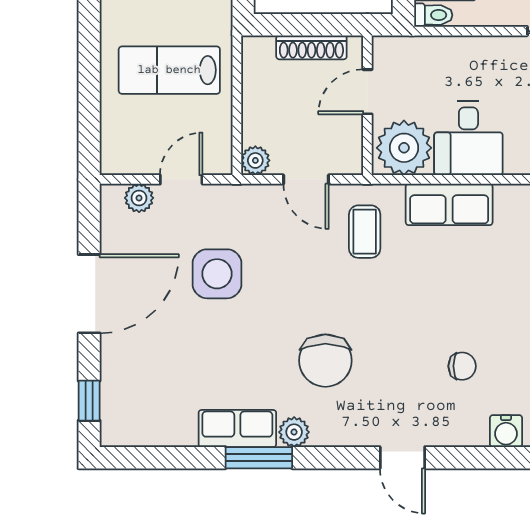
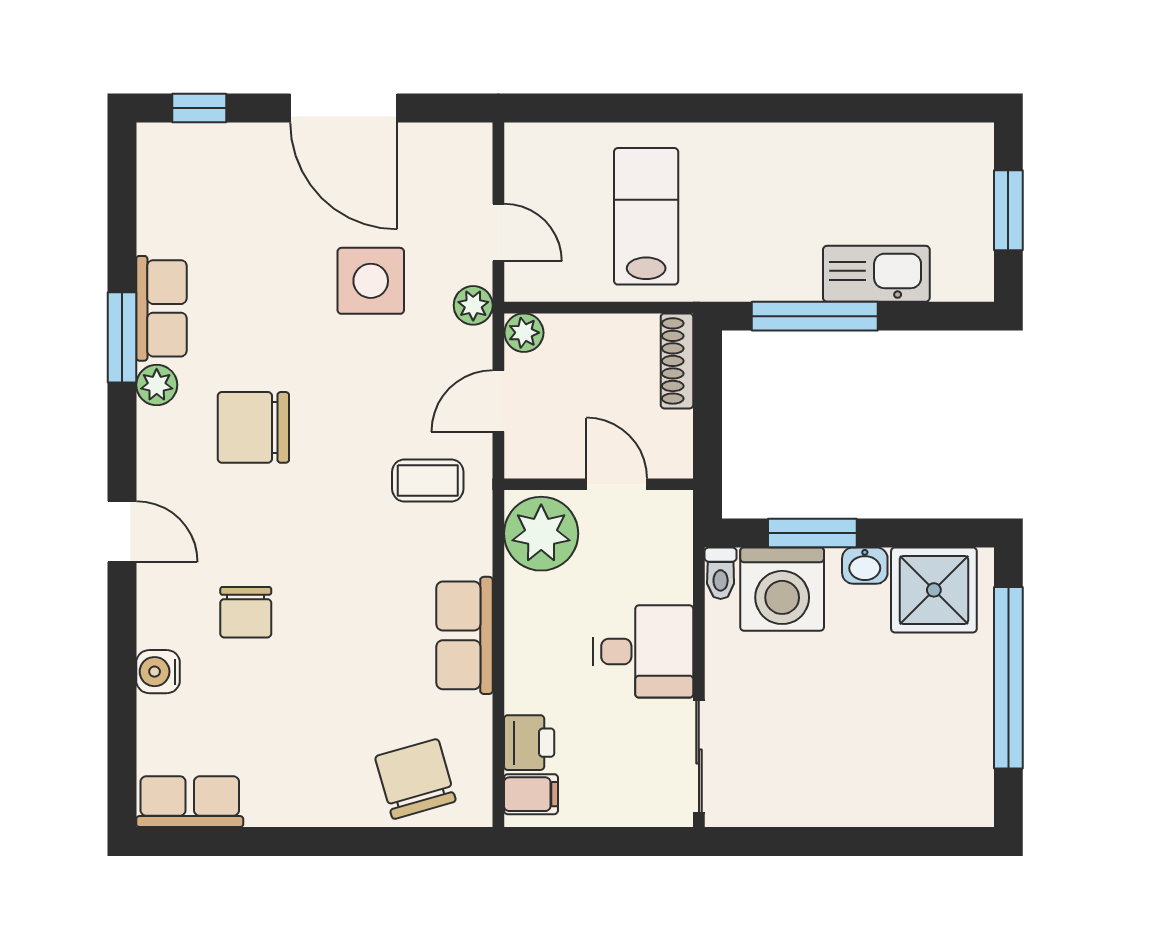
shoe rack: (311, 47) -> (677, 361), moved
desk: (468, 138) -> (643, 651), moved, turned 180
plant: (139, 198) -> (473, 305), moved
row of seats: (449, 204) -> (465, 635), moved
chair: (462, 366) -> (246, 612), width x1.37, depth x1.37
door: (402, 458) -> (122, 532), swing flipped

